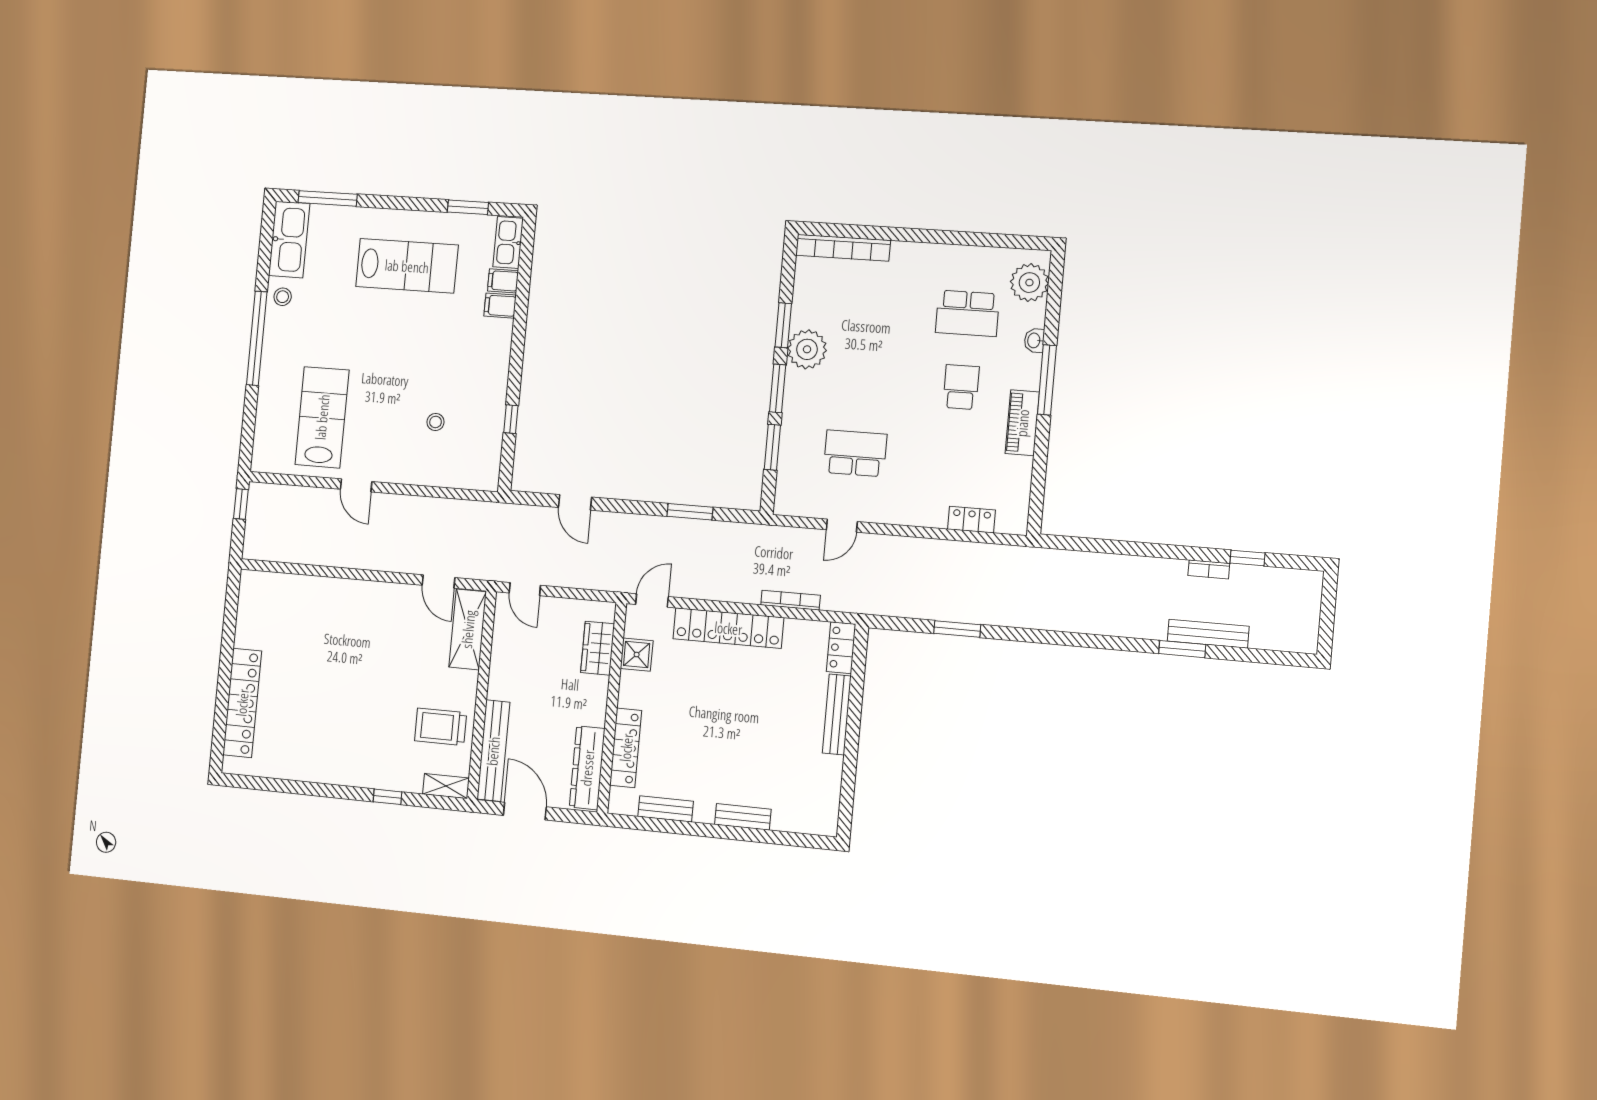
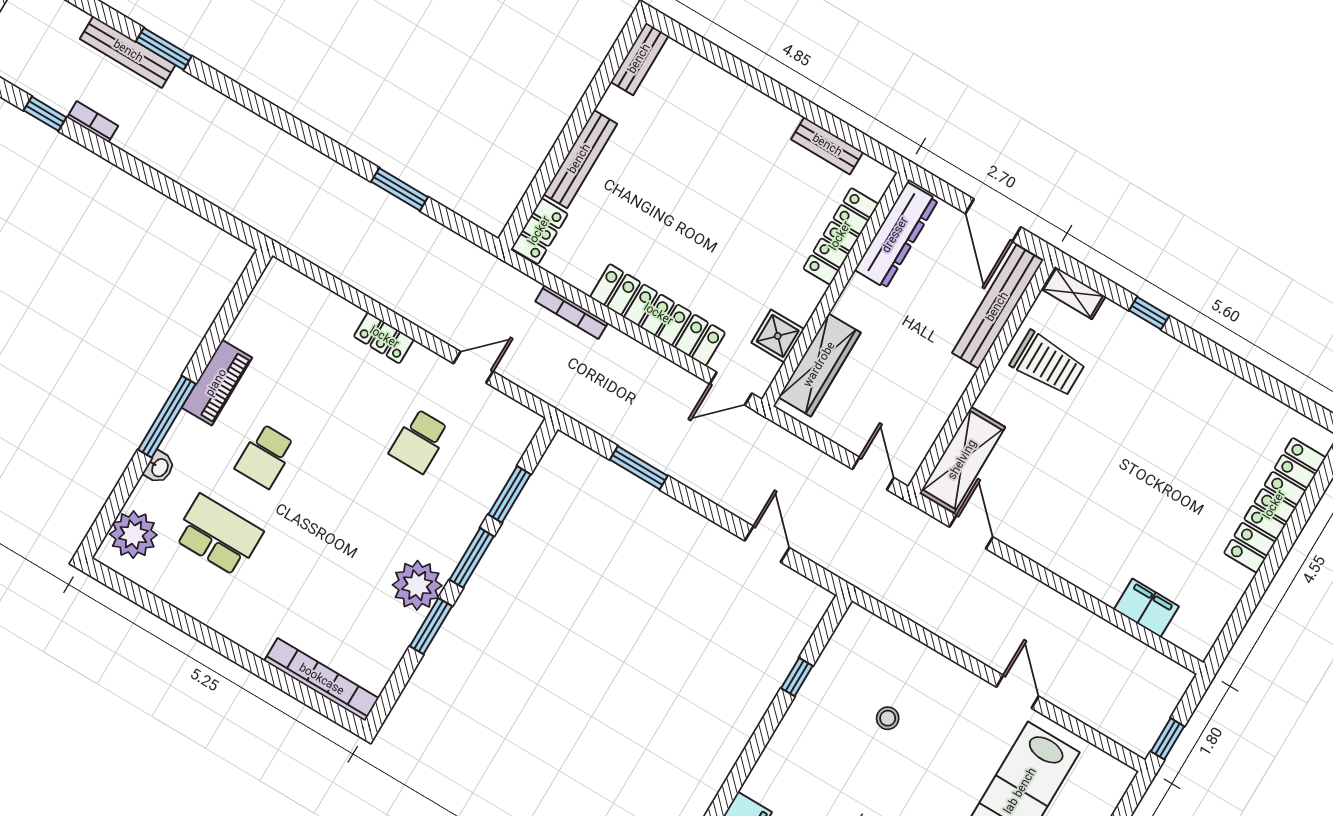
school desk: (855, 453) -> (419, 441), width x0.54
locker: (972, 520) -> (384, 338), moved
filing cabinet: (296, 588) -> (1146, 608), added
wardrobe: (598, 648) -> (820, 365), width x1.50
bench: (743, 817) -> (640, 59), moved, turned 90

